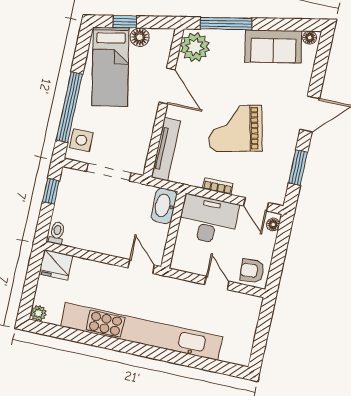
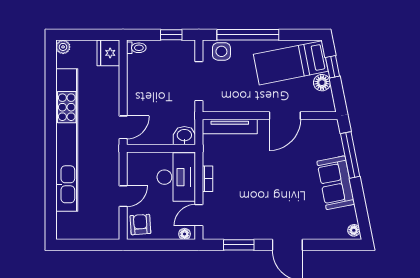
sofa: (273, 46) -> (336, 183), moved
plant: (195, 47) -> (324, 132), removed
grand piano: (235, 128) -> (261, 183), removed
washbasin: (164, 206) -> (184, 136), width x0.72

